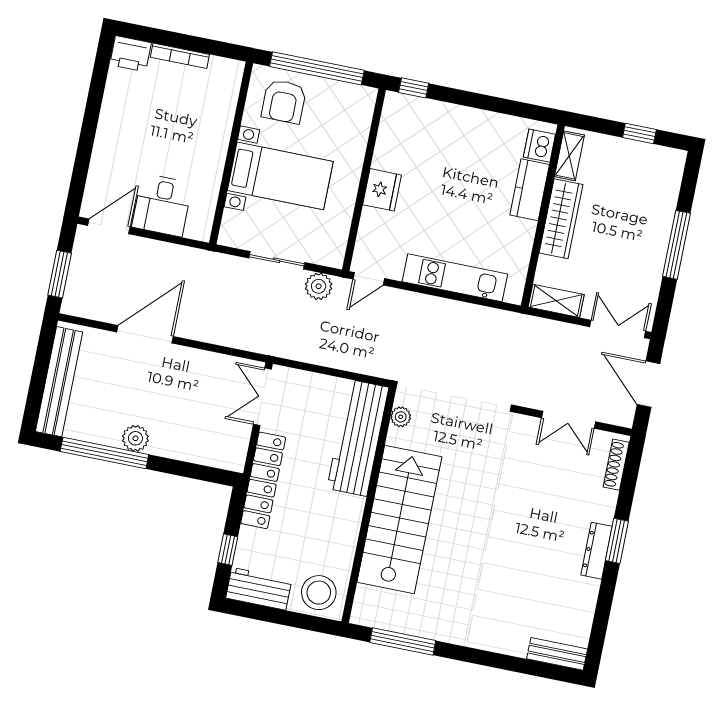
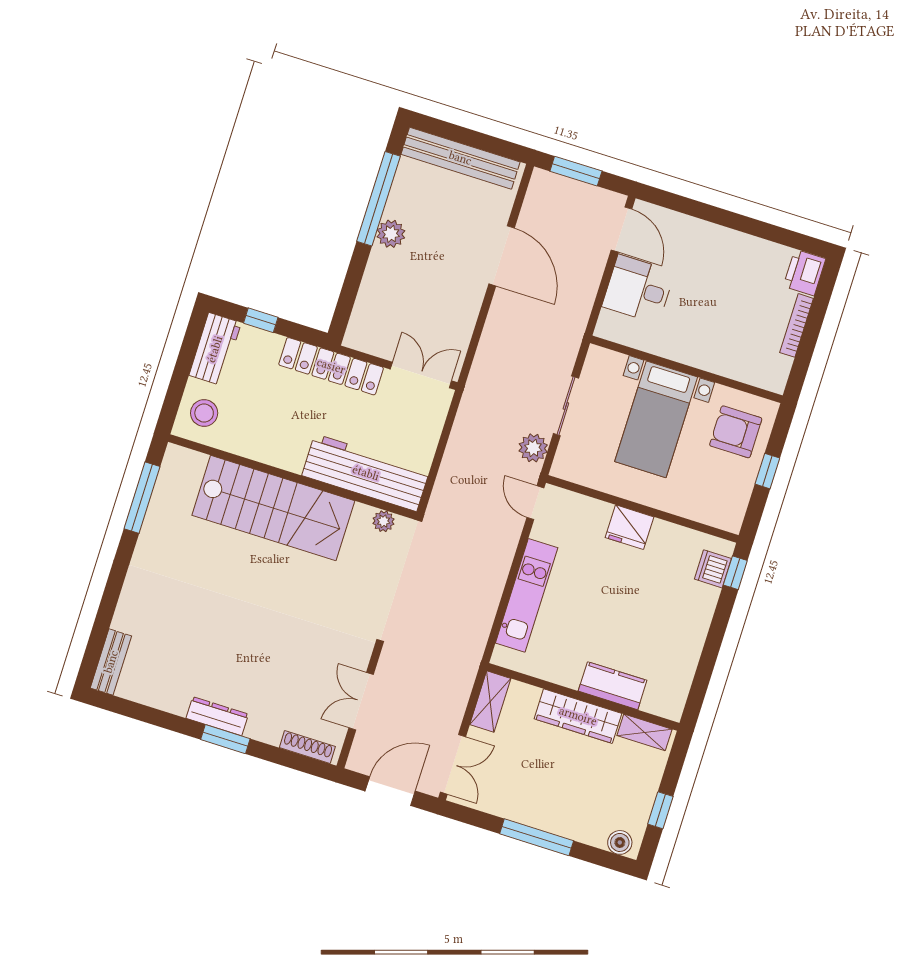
window: (317, 68) -> (767, 471), width x0.32
dishwasher: (539, 146) -> (713, 569), moved, turned -90
boiler: (673, 168) -> (620, 842), added
stool: (319, 593) -> (204, 413), width x0.73, depth x0.73

